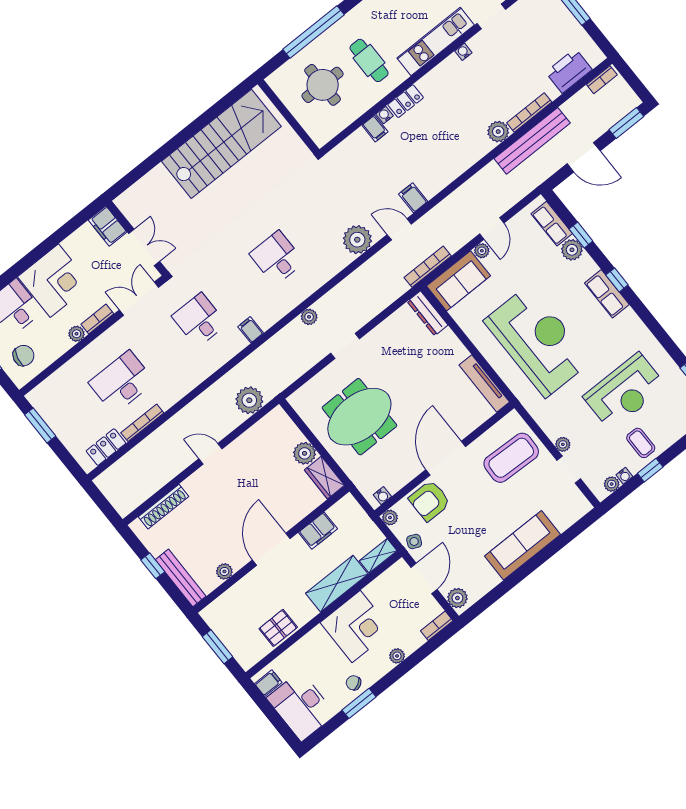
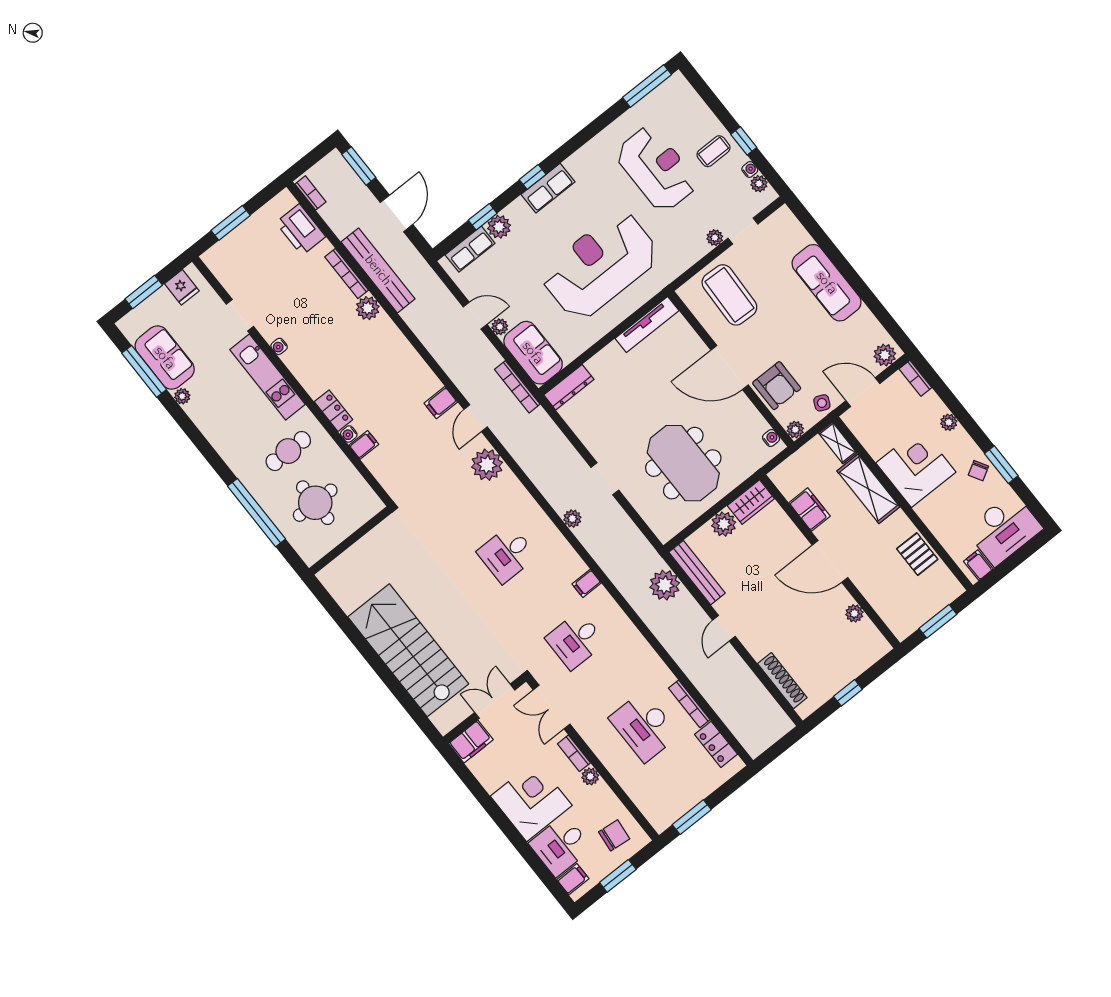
stairs: (221, 144) -> (408, 650), moved
chair: (23, 356) -> (614, 835), turned 83
bench: (181, 578) -> (697, 573), moved, turned 90

